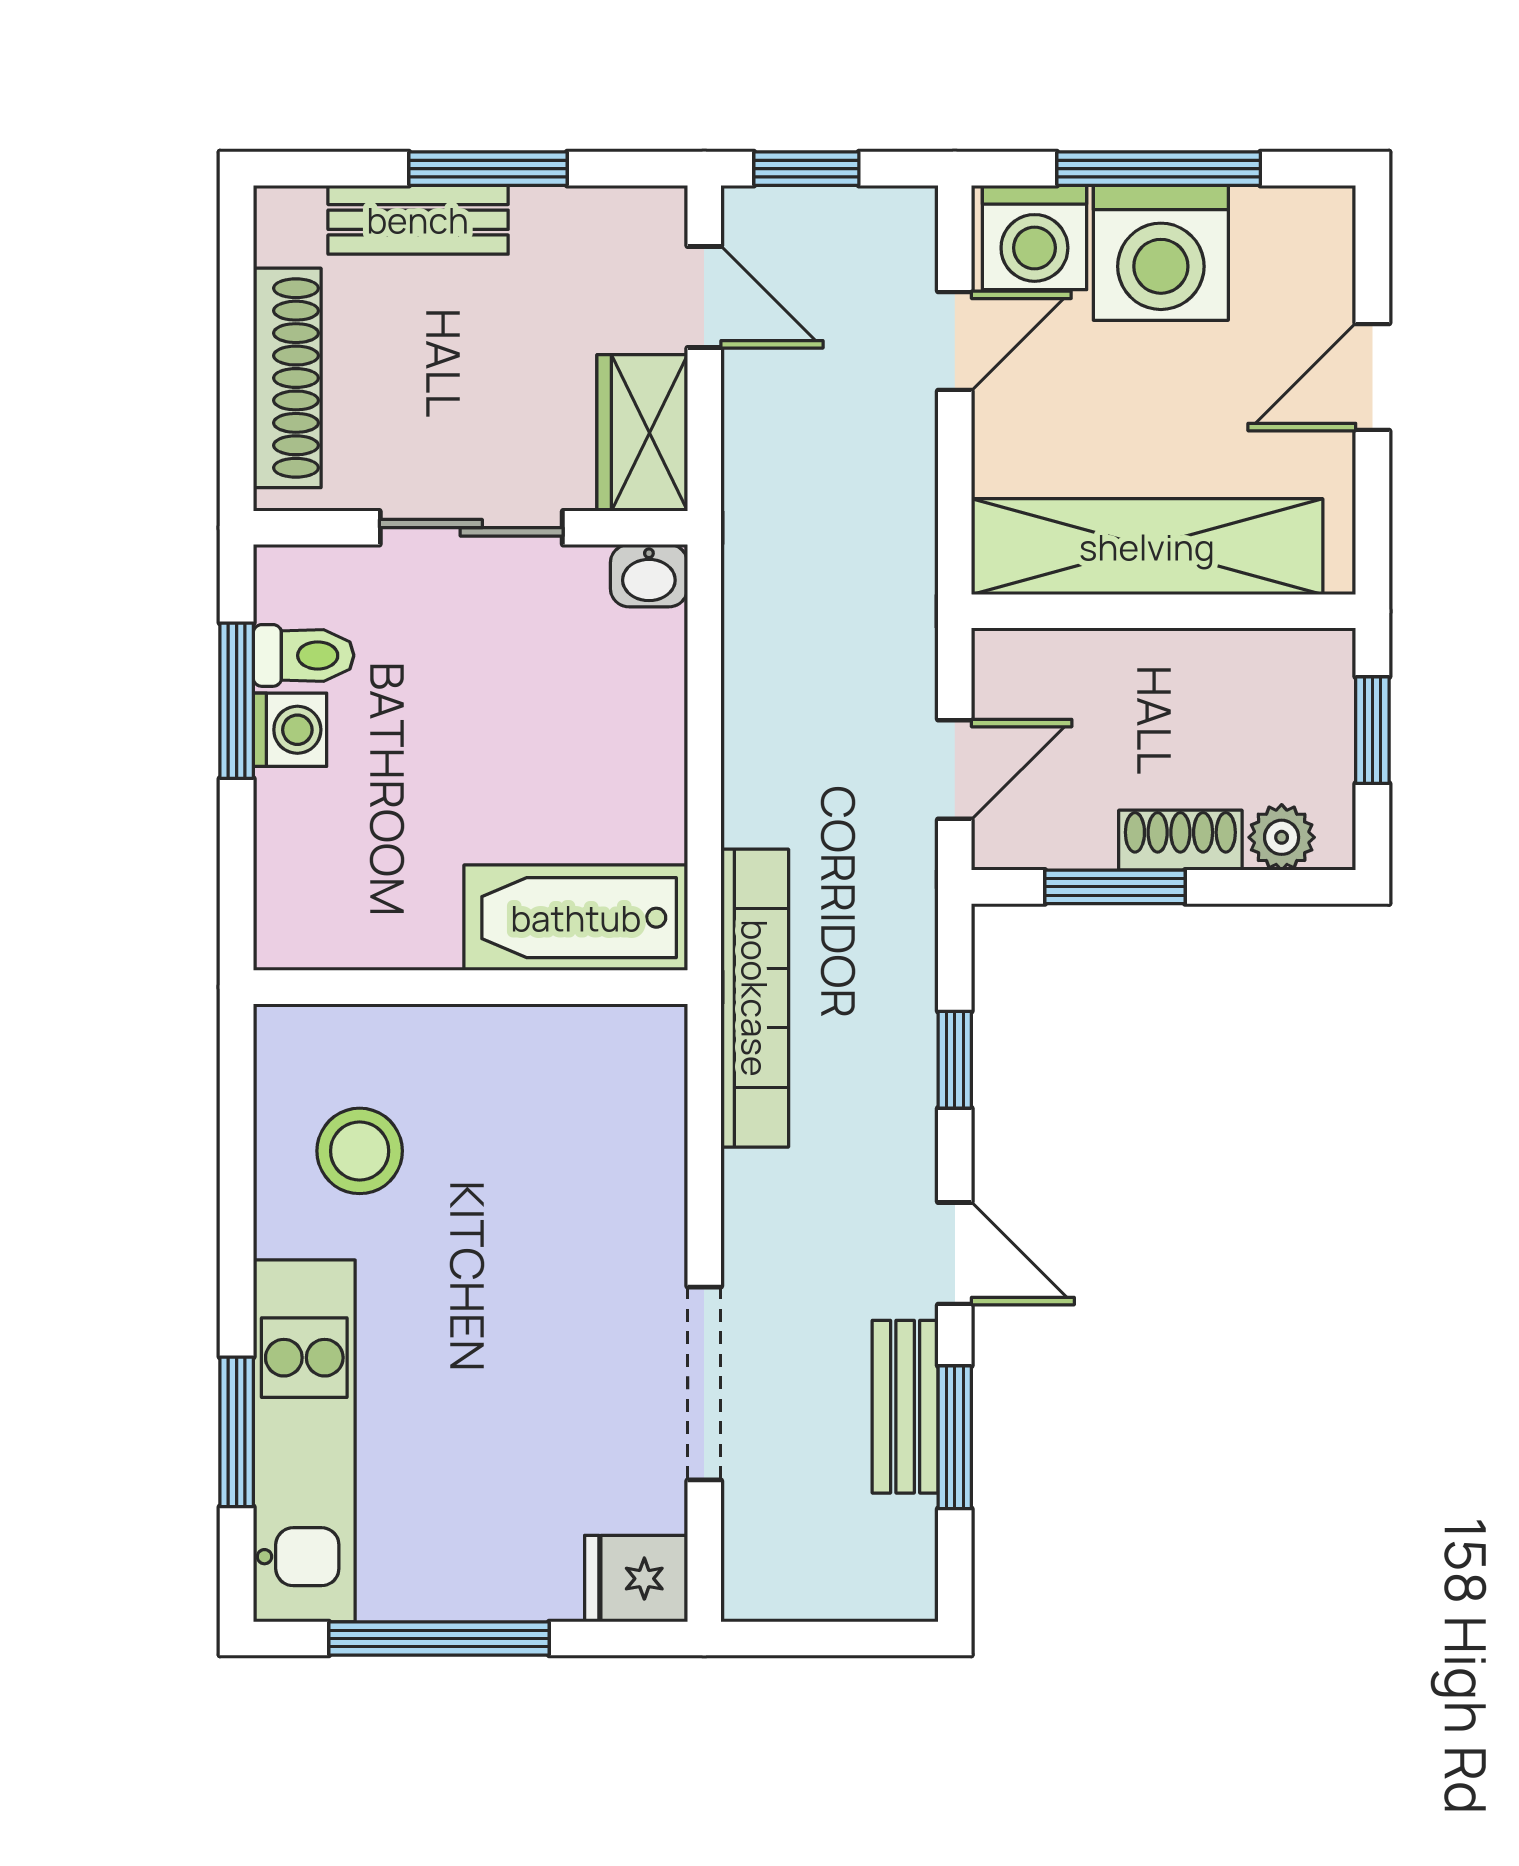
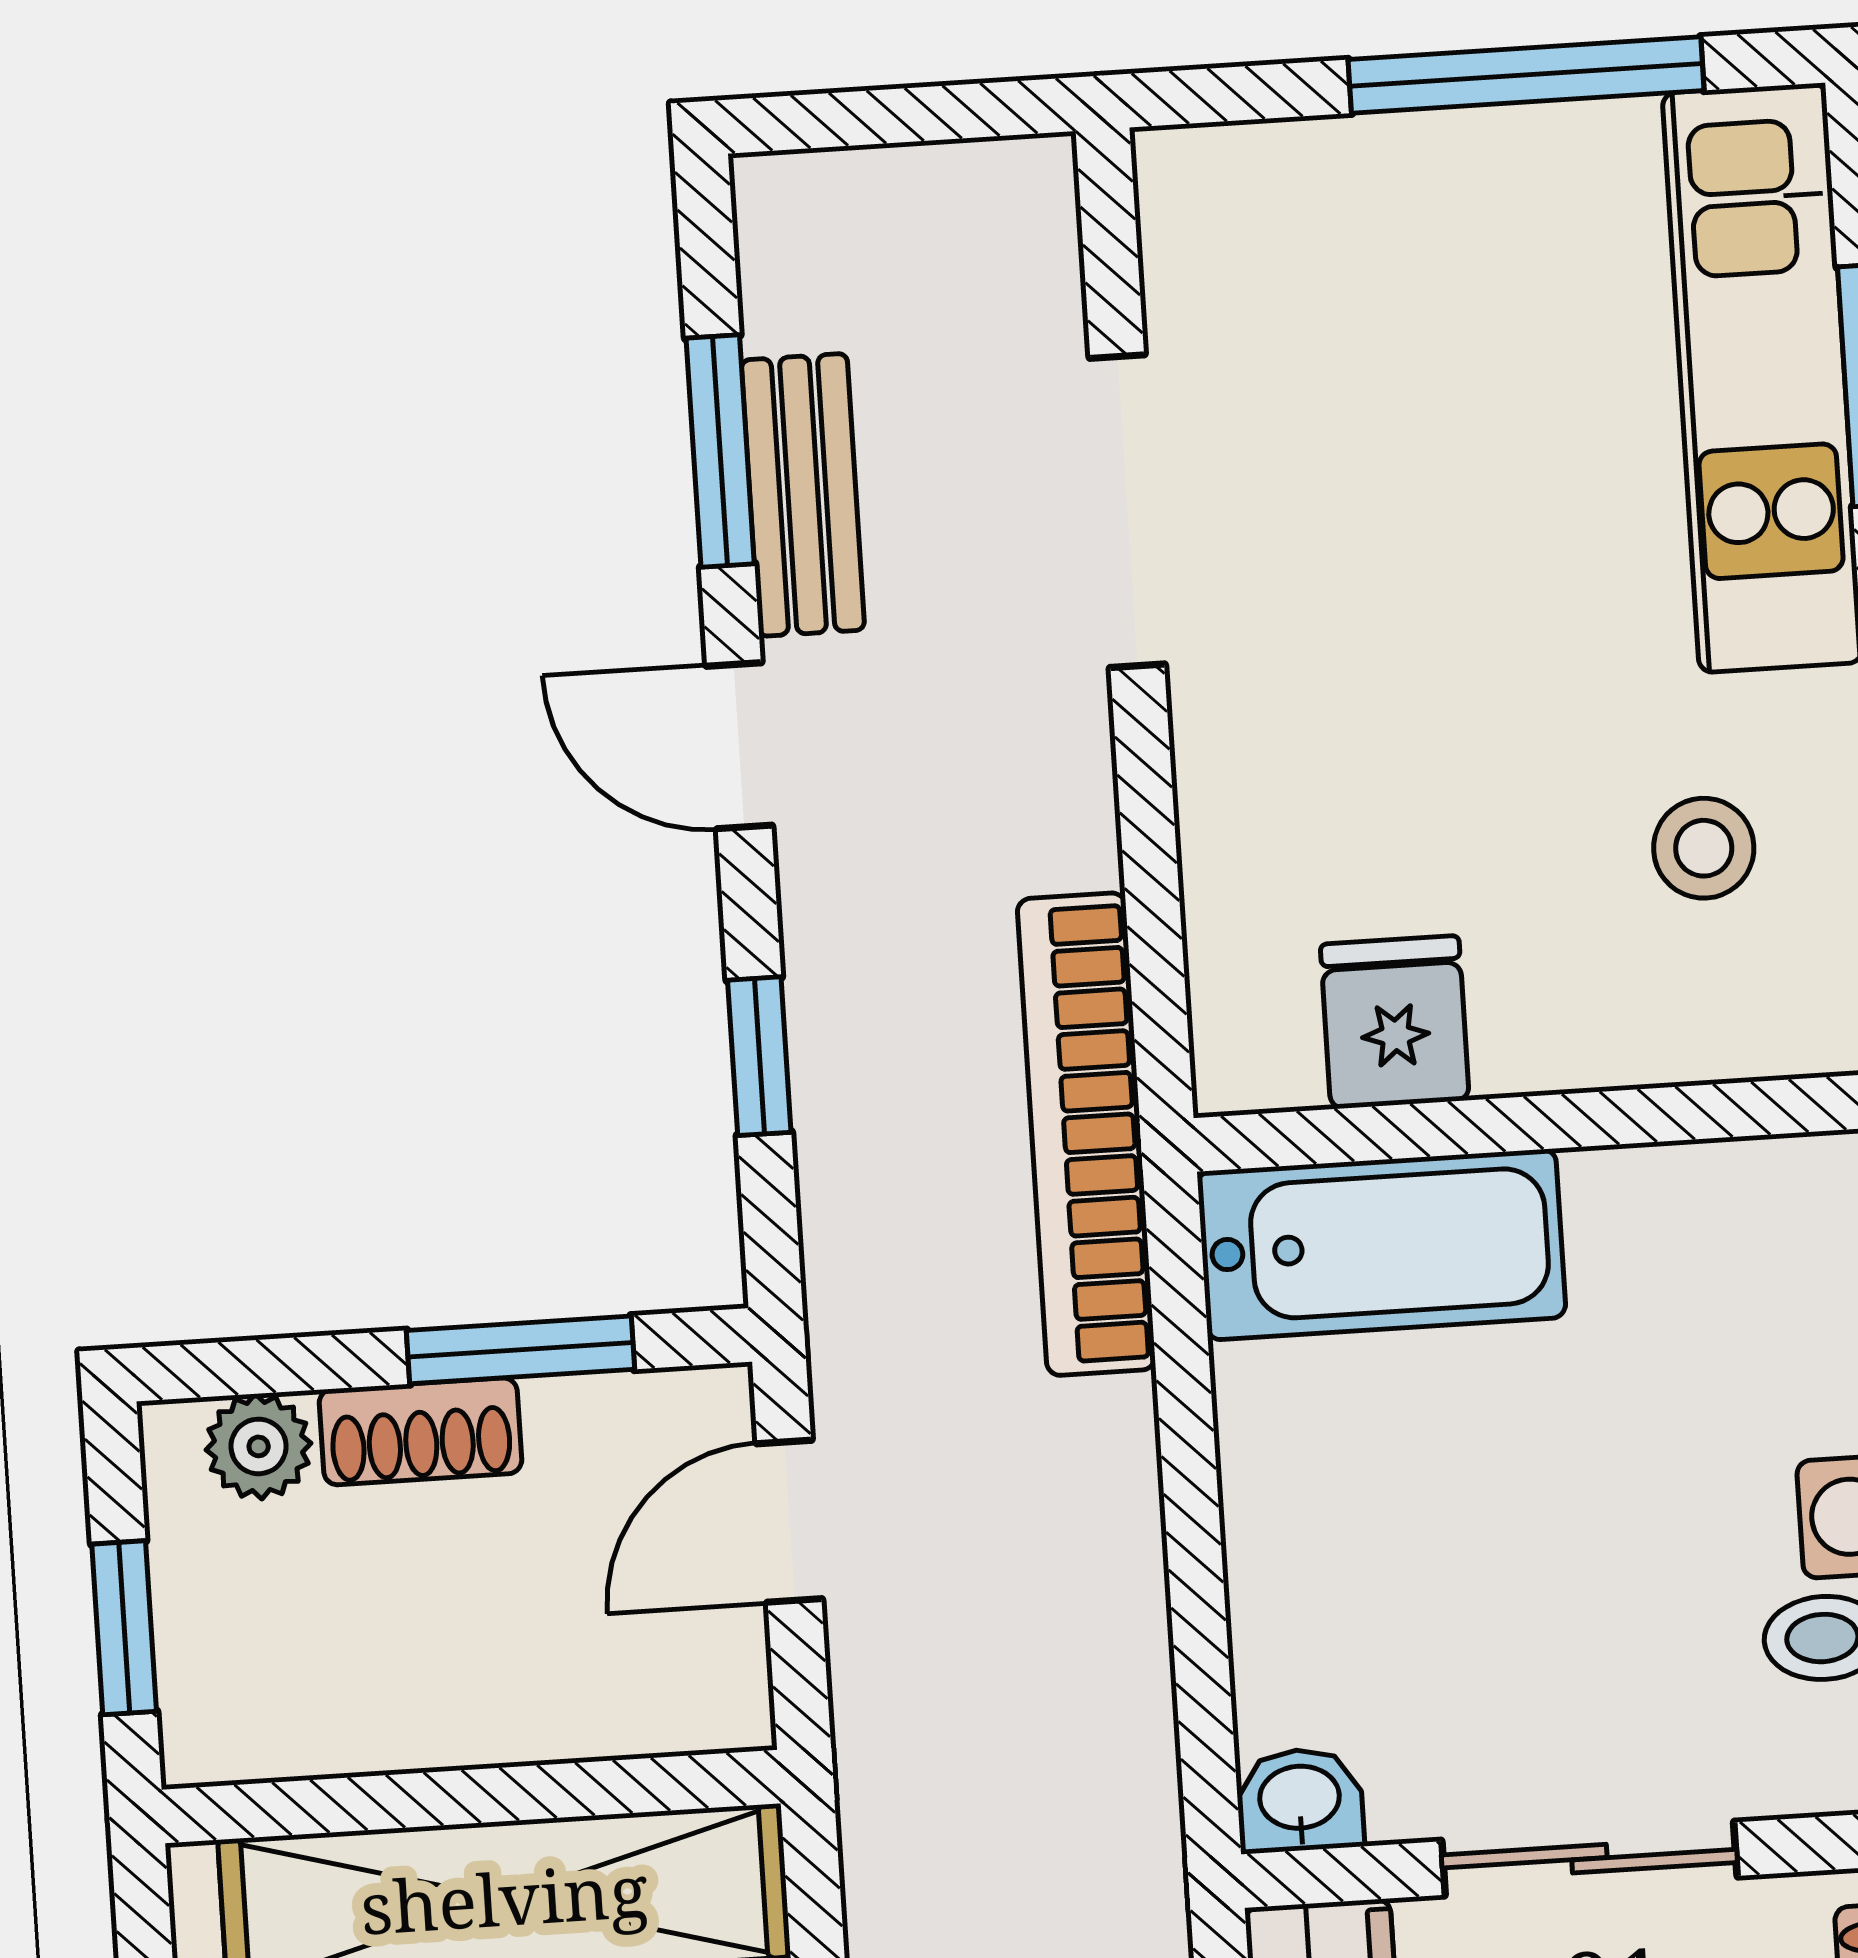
stool: (360, 1151) -> (1704, 848), width x0.73, depth x0.73
fridge: (636, 1579) -> (1395, 1022), moved, turned -90

